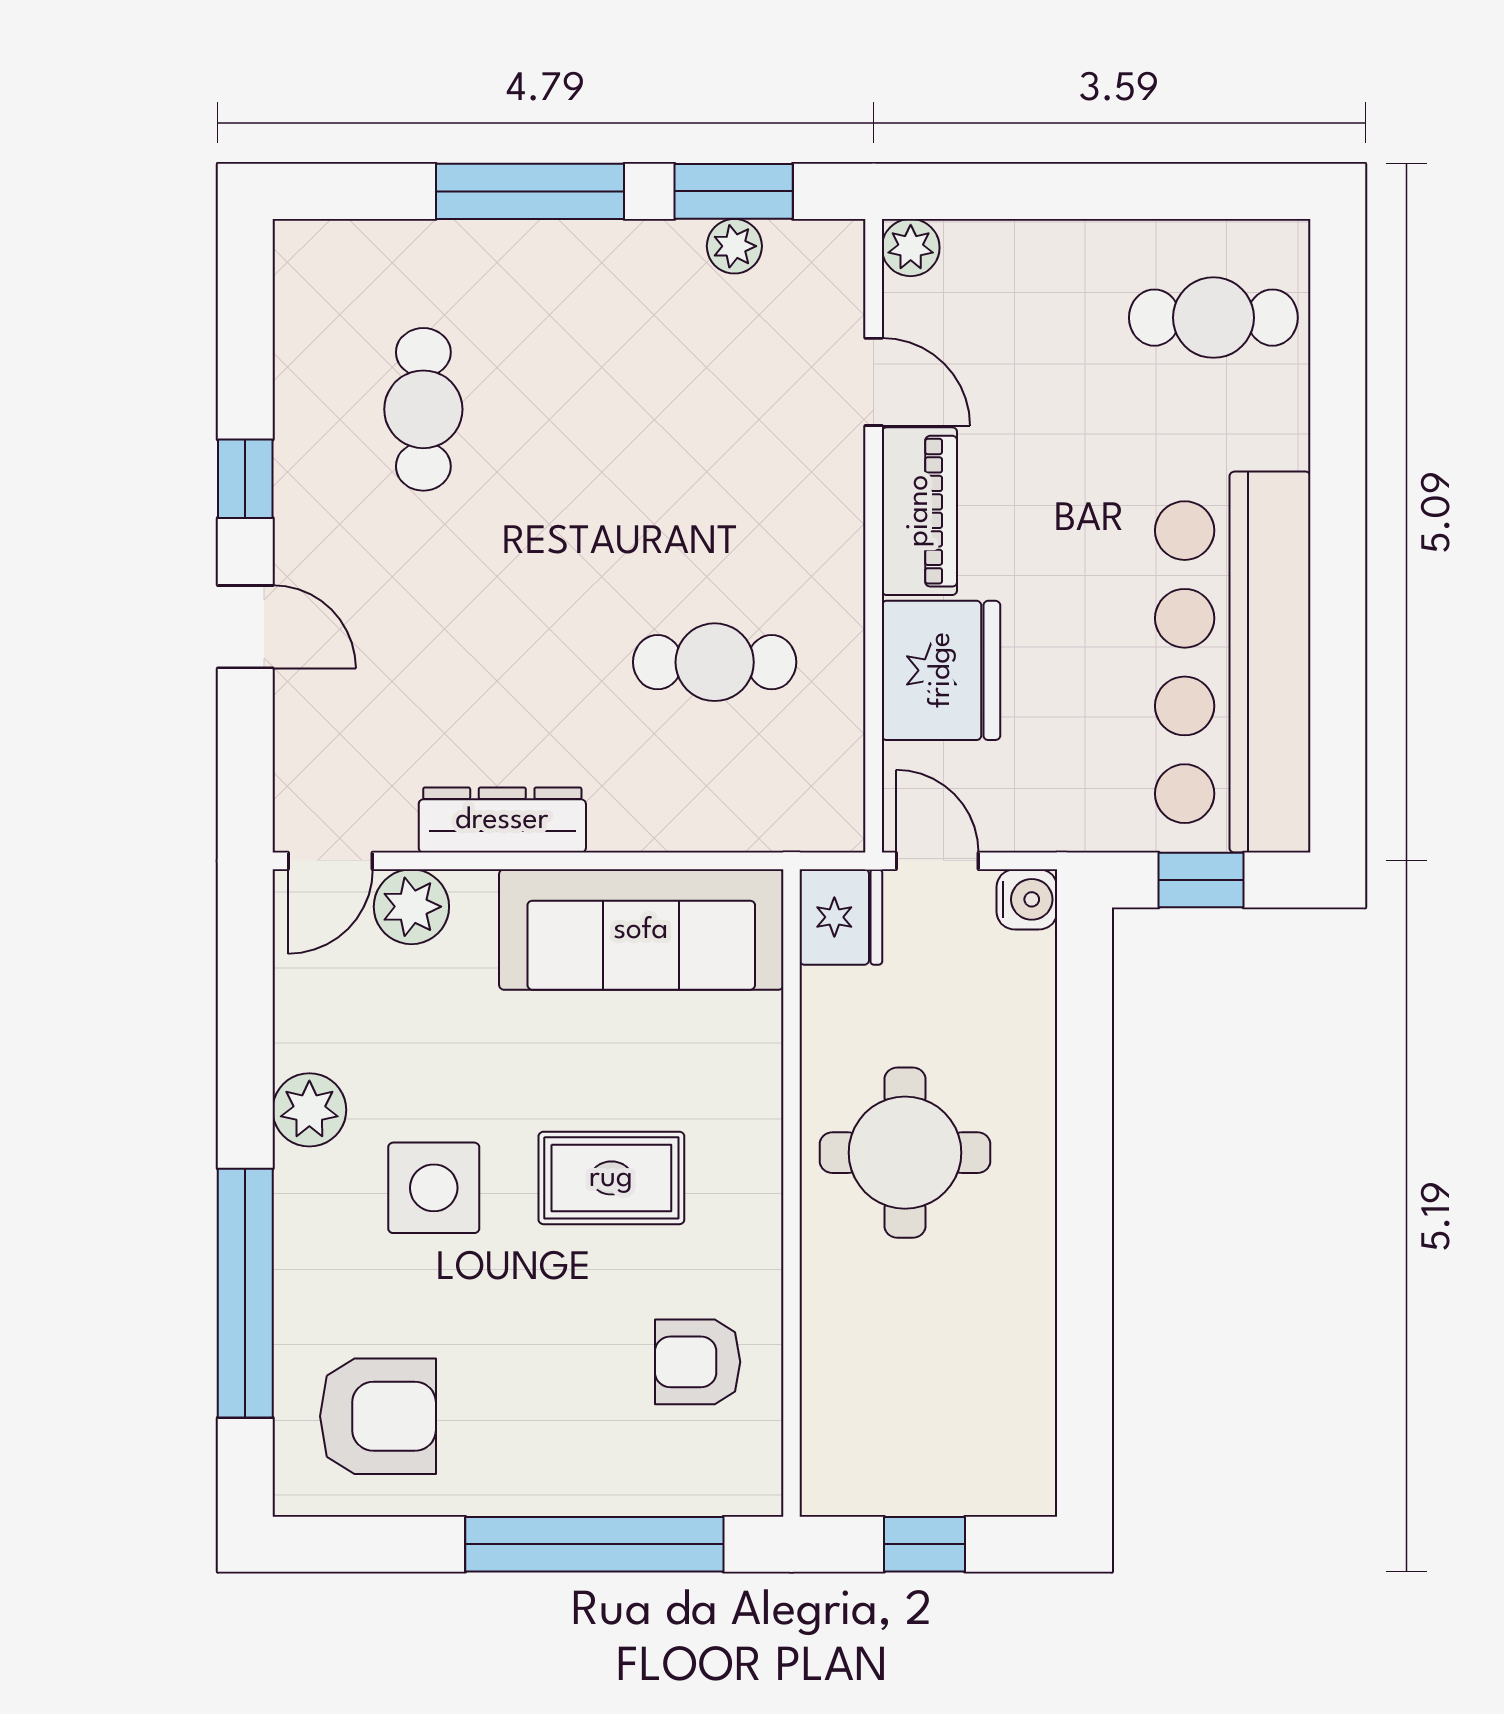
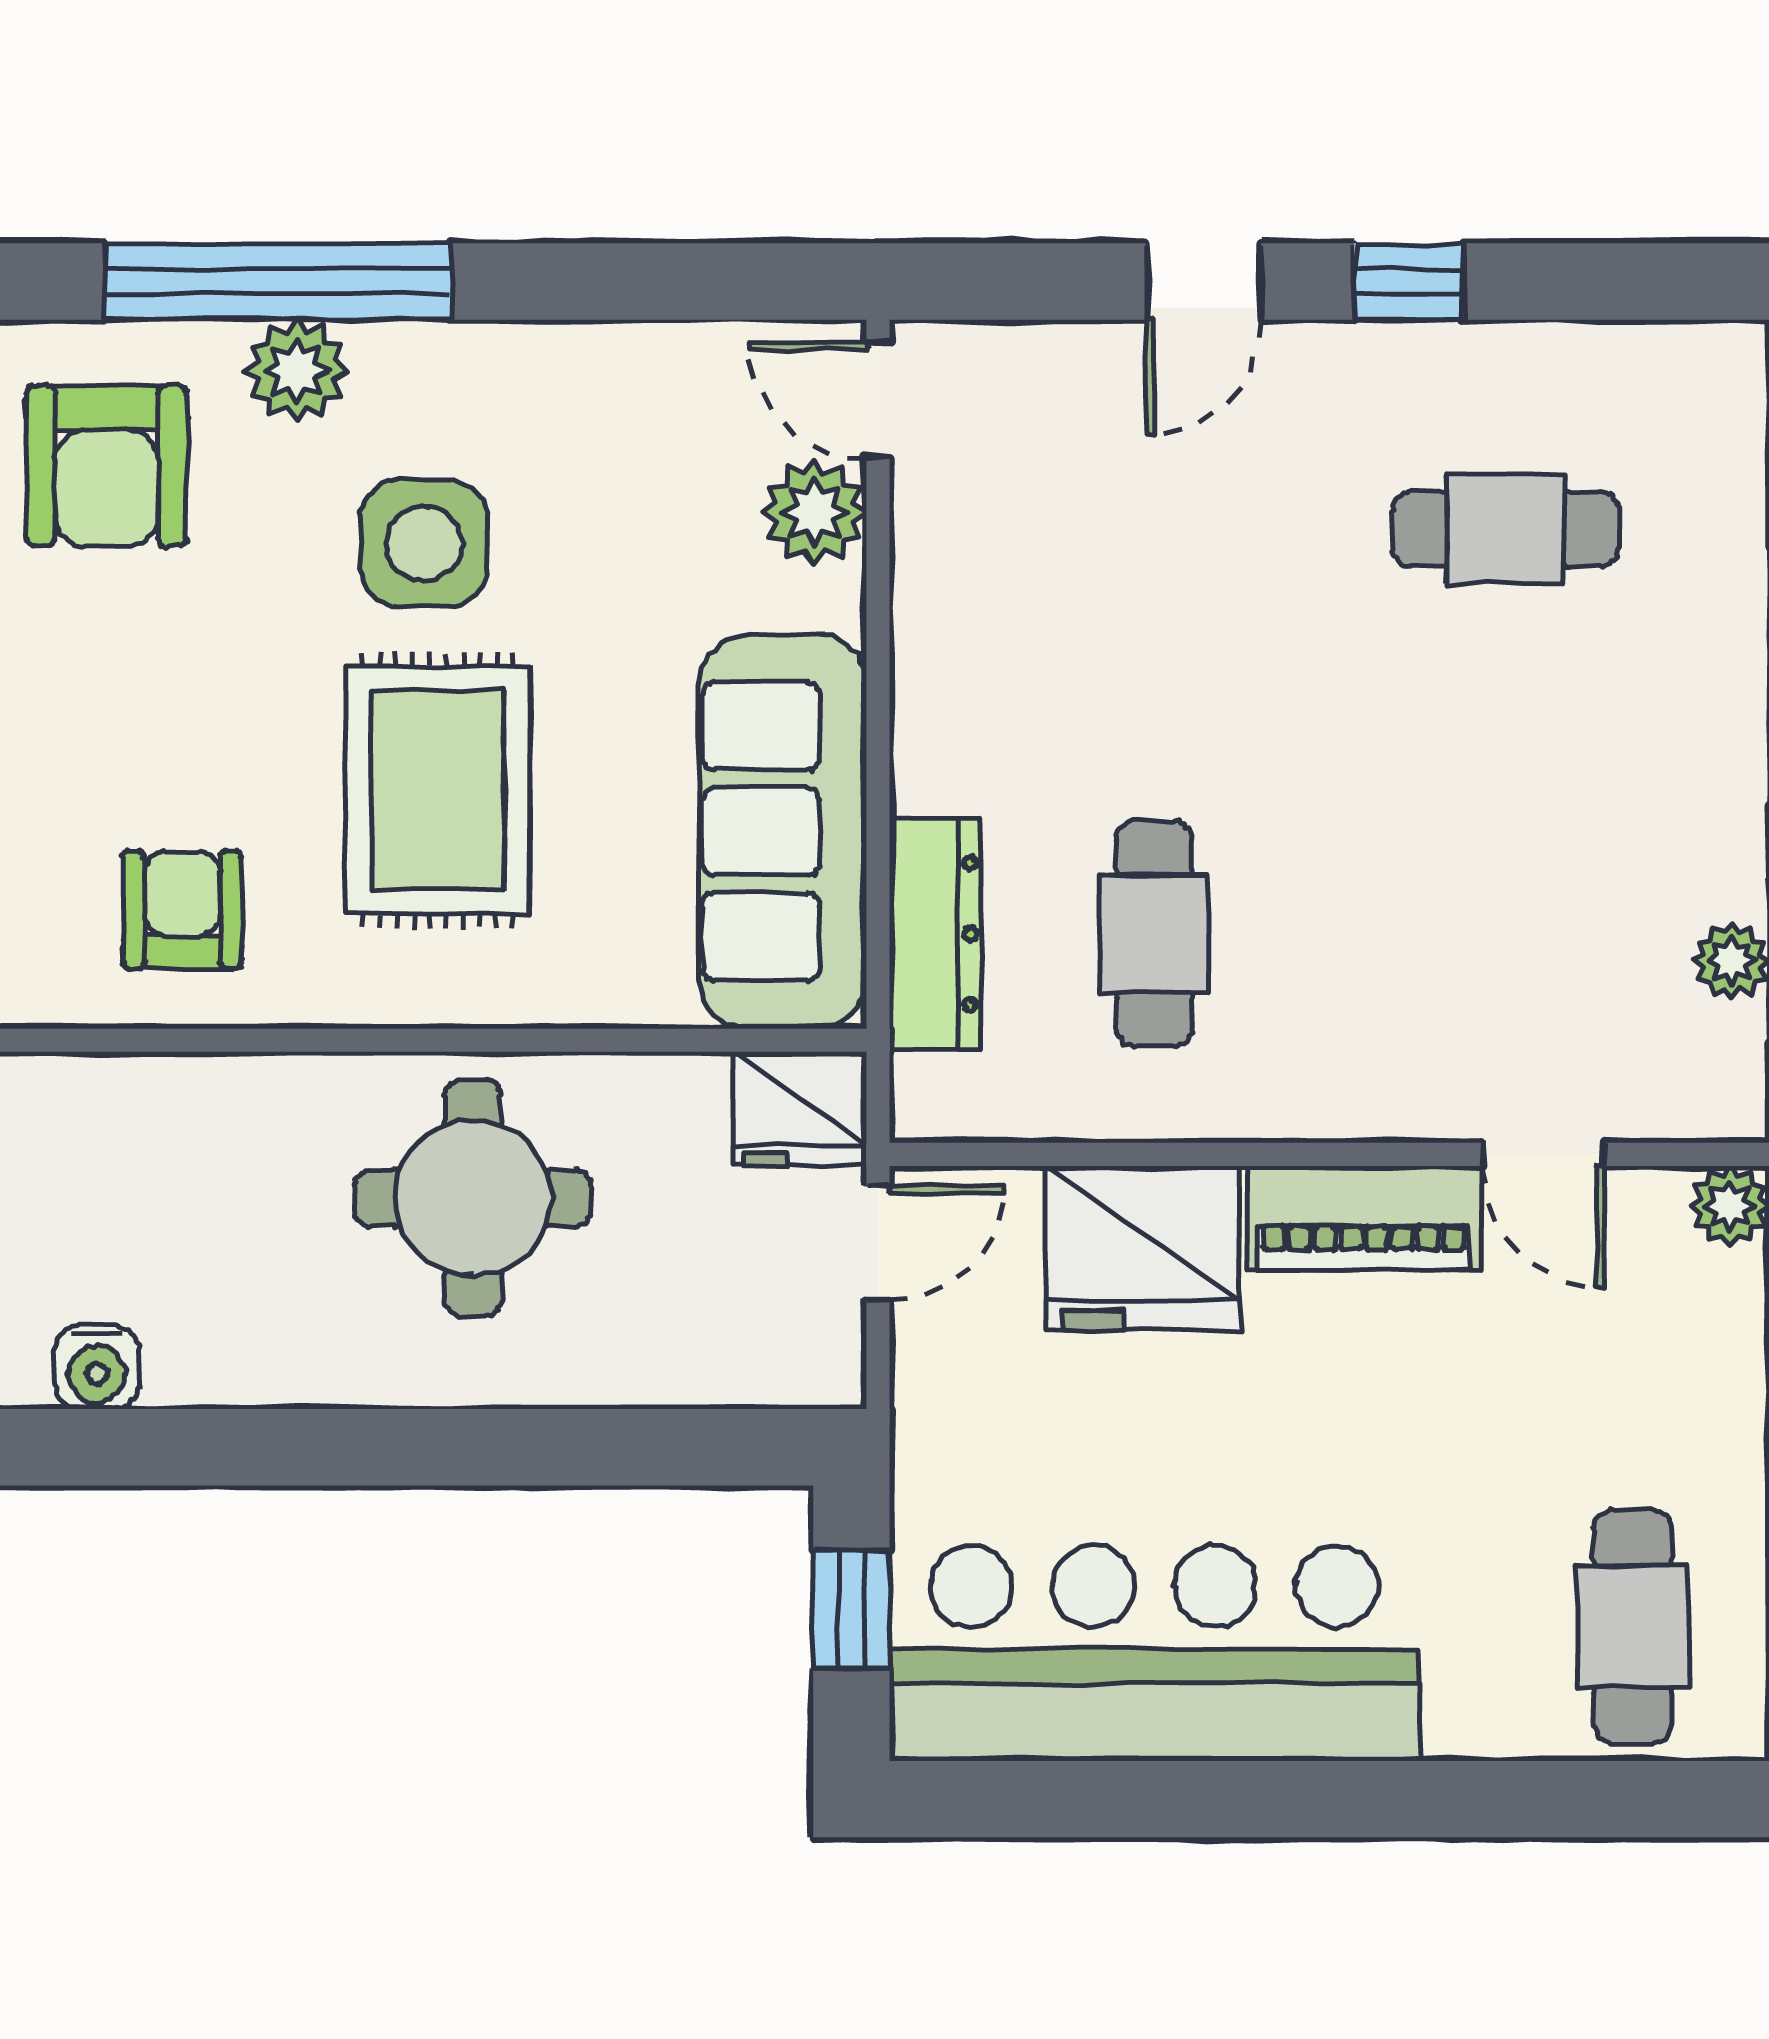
door: (874, 382) -> (1543, 1154), hinge flipped
dresser: (502, 820) -> (935, 934), moved
water cooler: (1027, 899) -> (97, 1367), moved
plant: (309, 1110) -> (296, 371), moved
rug: (611, 1178) -> (438, 790), width x1.36, depth x1.43

